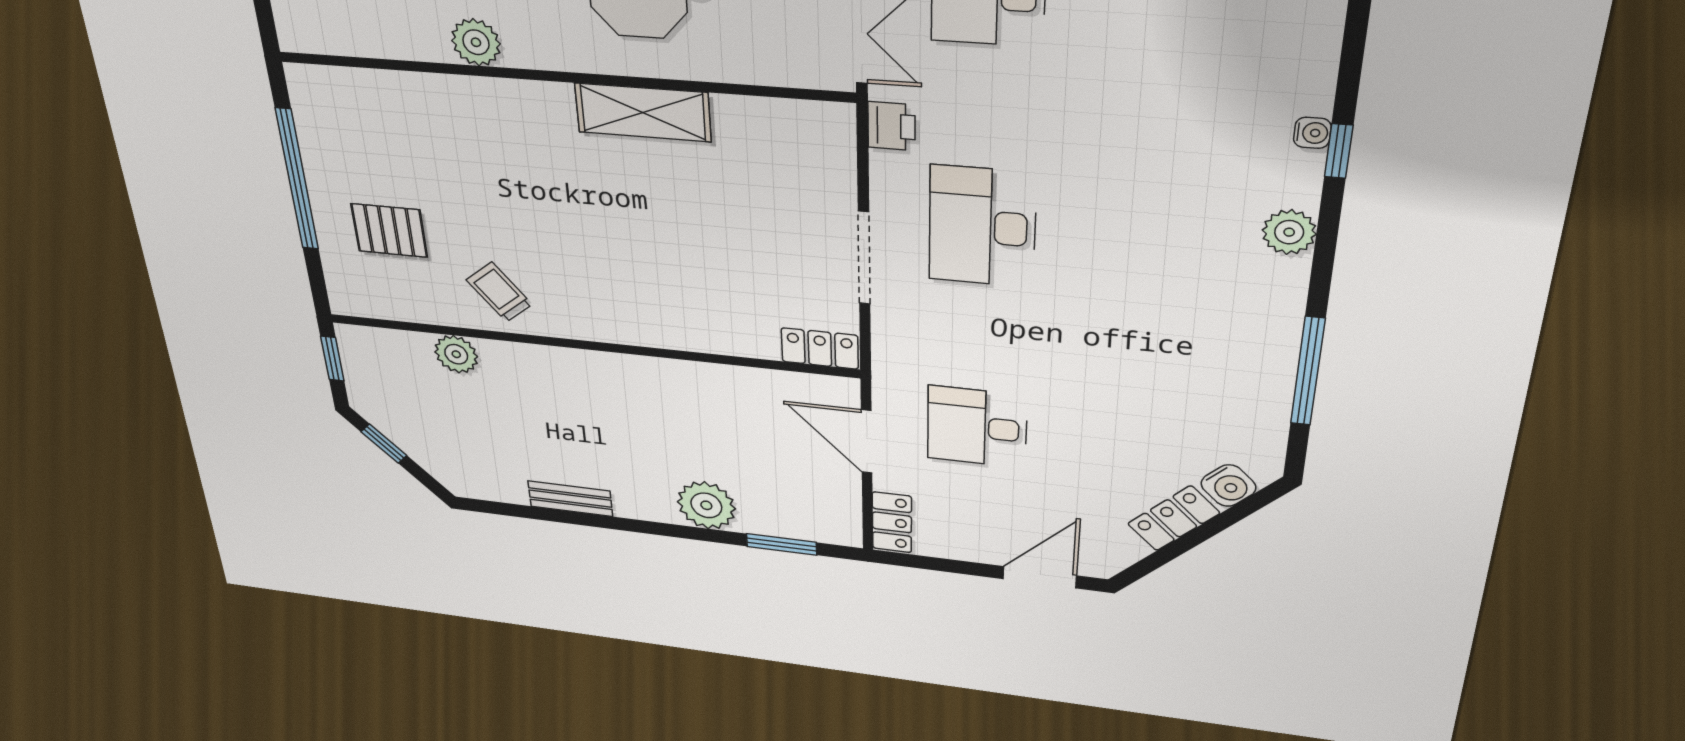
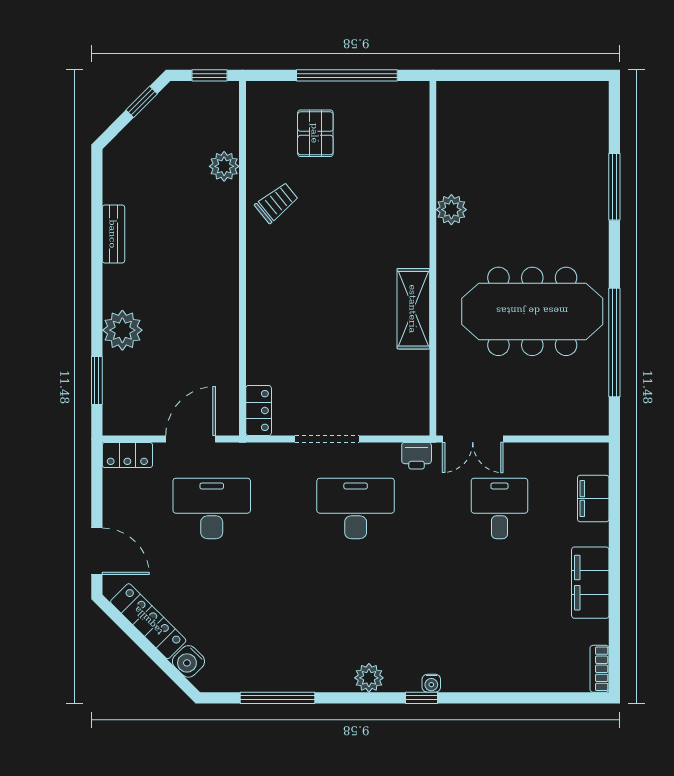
desk: (977, 427) -> (212, 508), width x1.37
locker: (1174, 518) -> (148, 621), width x1.53

